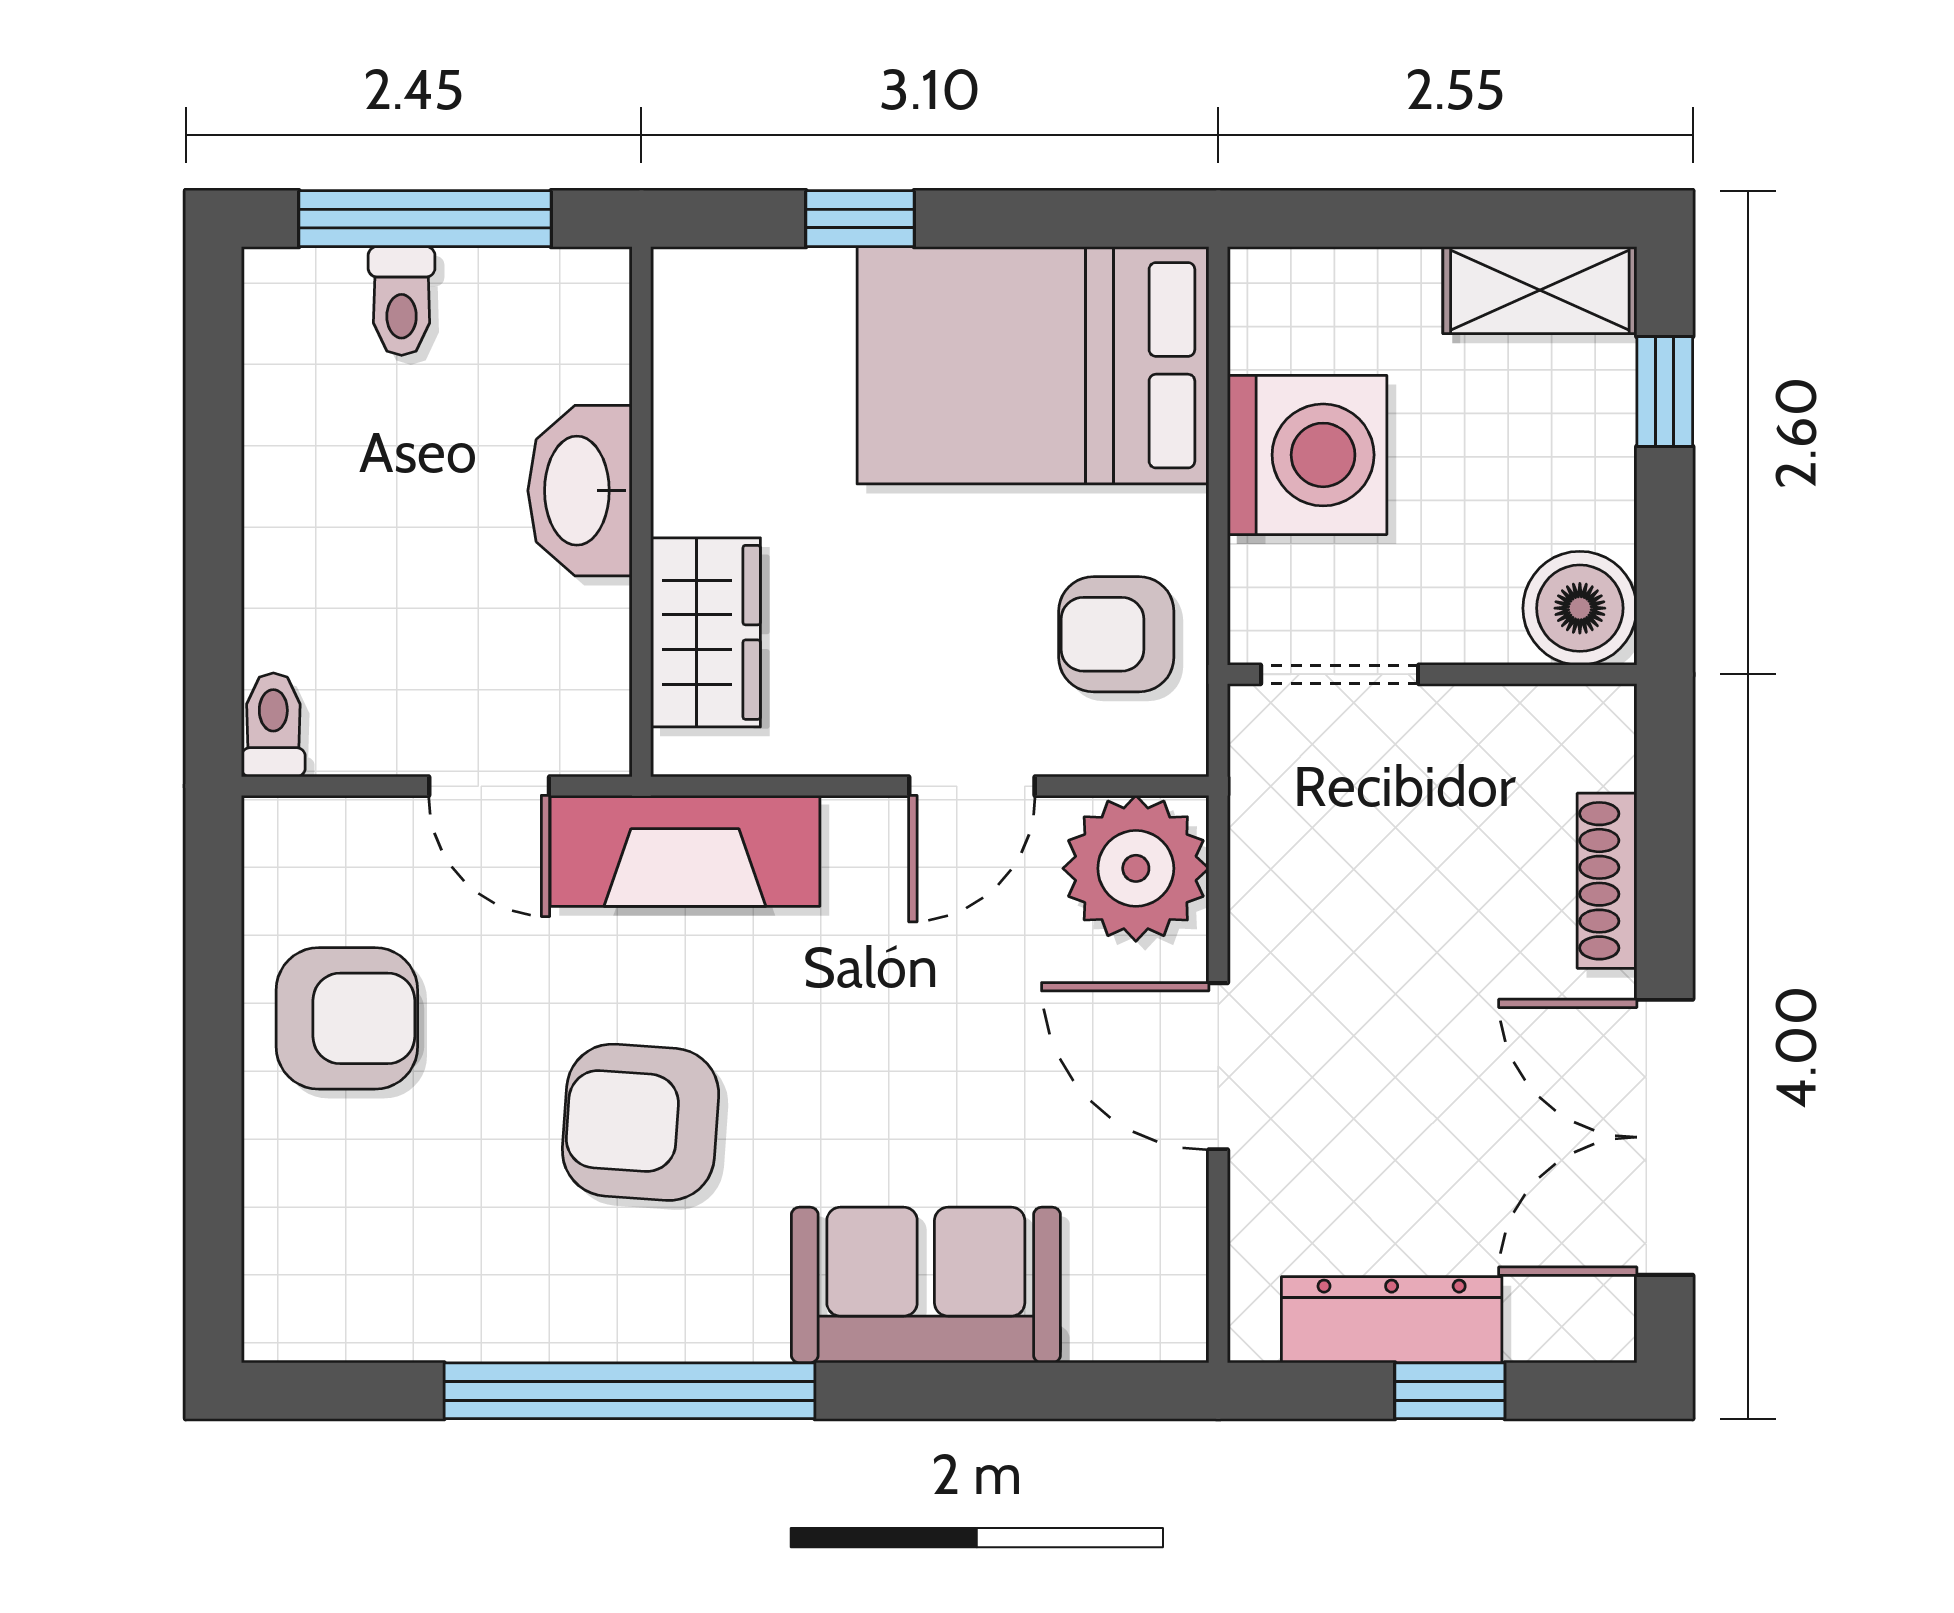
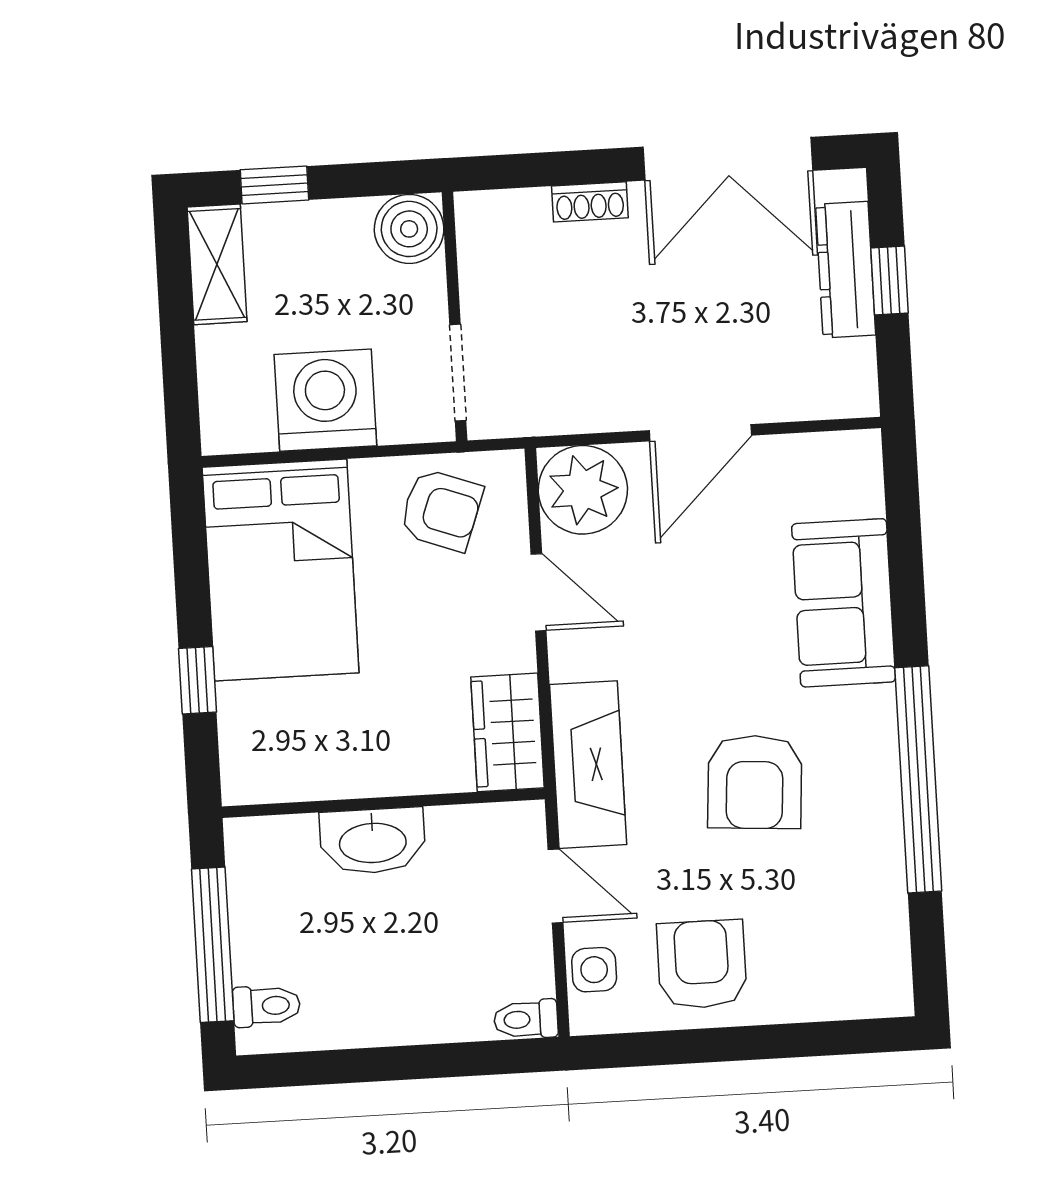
toilet: (402, 301) -> (266, 1006), moved
wardrobe: (706, 632) -> (508, 732), moved, turned -90
armchair: (1116, 634) -> (441, 510), turned -70
door: (489, 786) -> (556, 886), hinge flipped
side table: (348, 841) -> (594, 970), added
shoe rack: (1607, 881) -> (590, 202), width x0.70
dresser: (1392, 1320) -> (846, 270), moved

